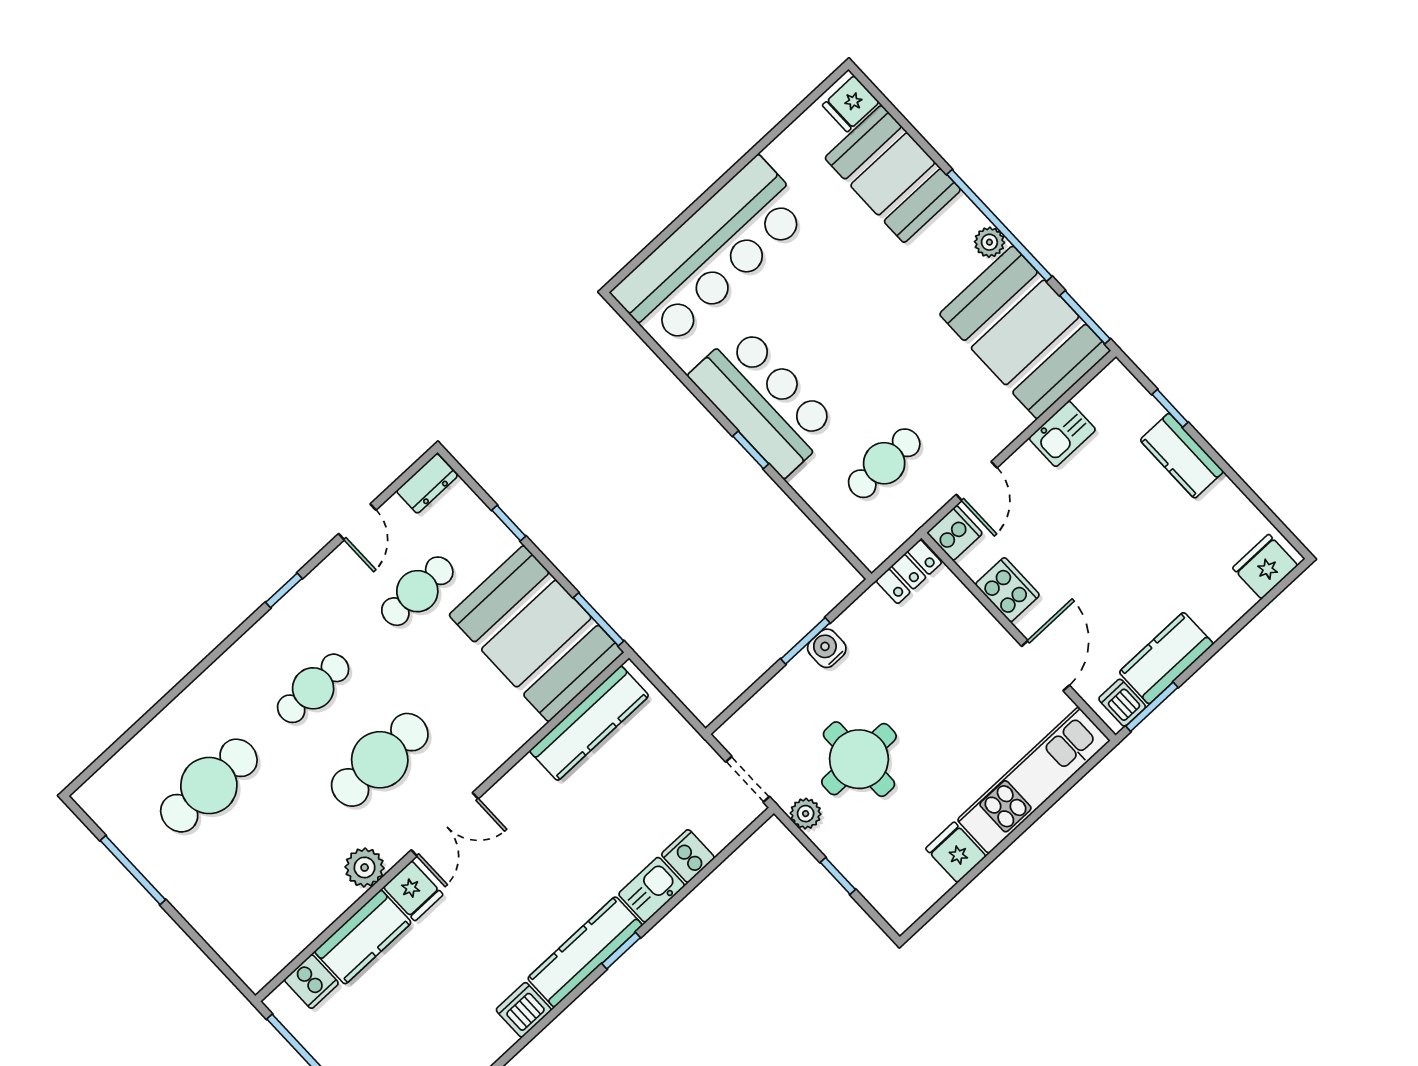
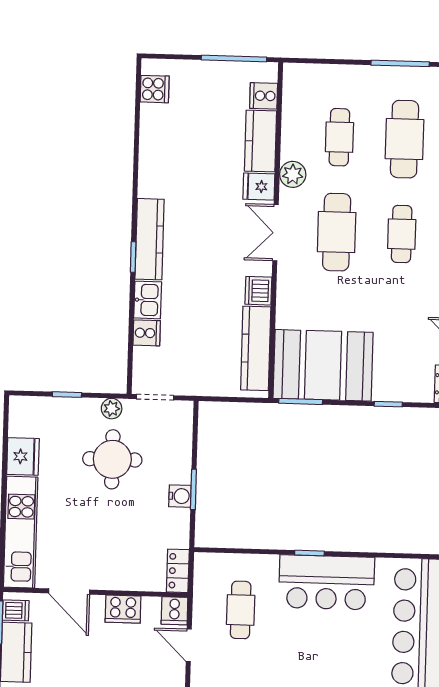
cafe table: (417, 591) -> (339, 137), moved
fridge: (956, 852) -> (23, 456), width x1.38
dishwasher: (524, 1010) -> (258, 291), moved, turned 180

